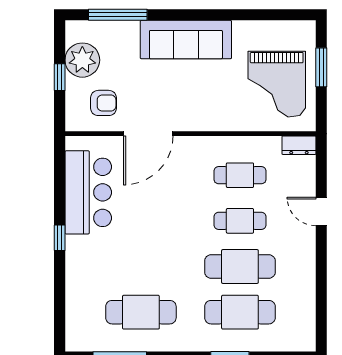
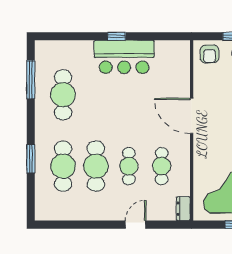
armchair: (104, 103) -> (210, 54), moved
door: (148, 134) -> (192, 116), moved
bar counter: (88, 192) -> (124, 57), moved

